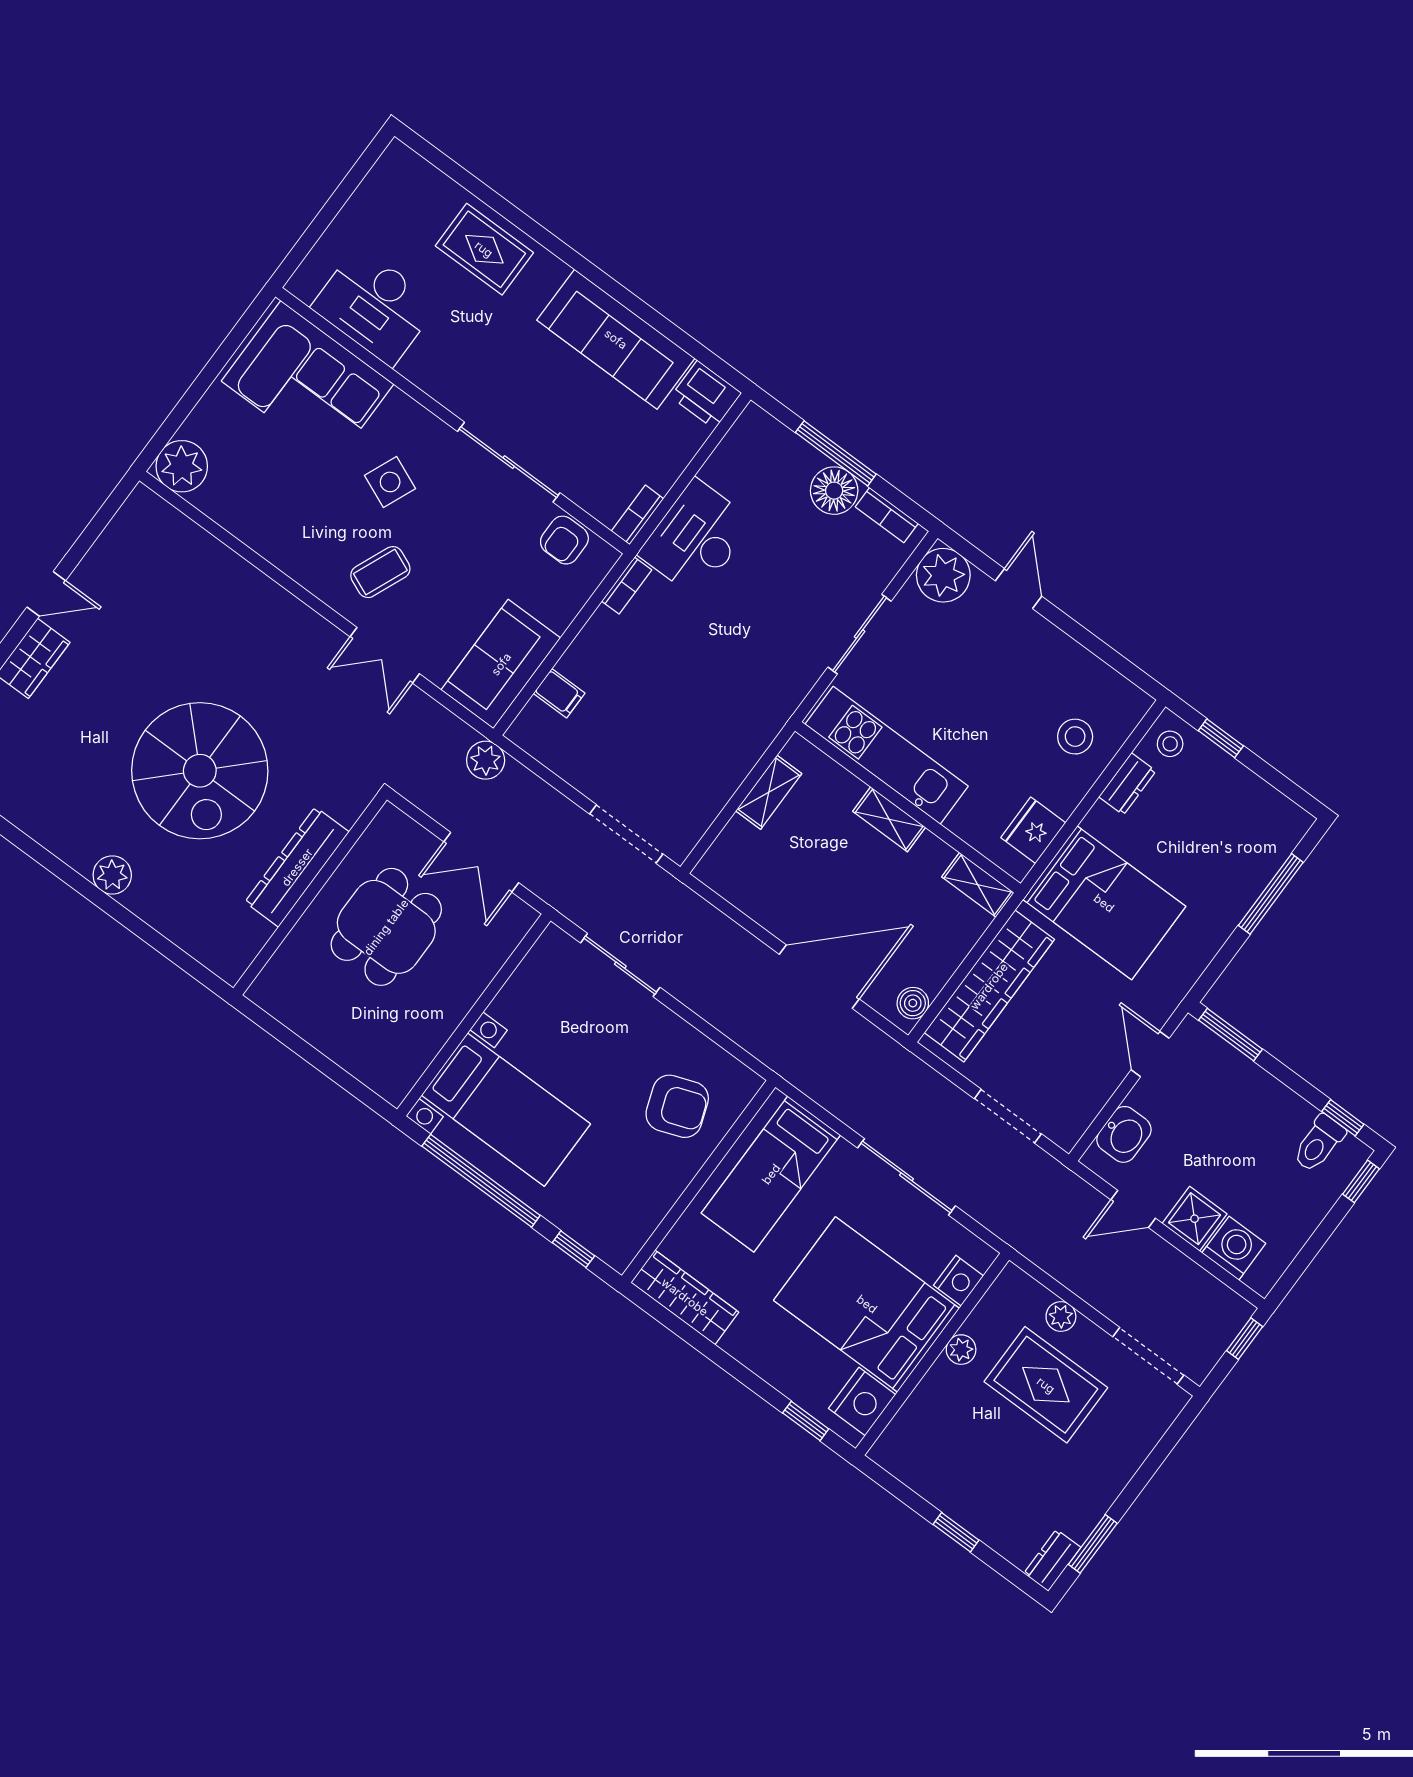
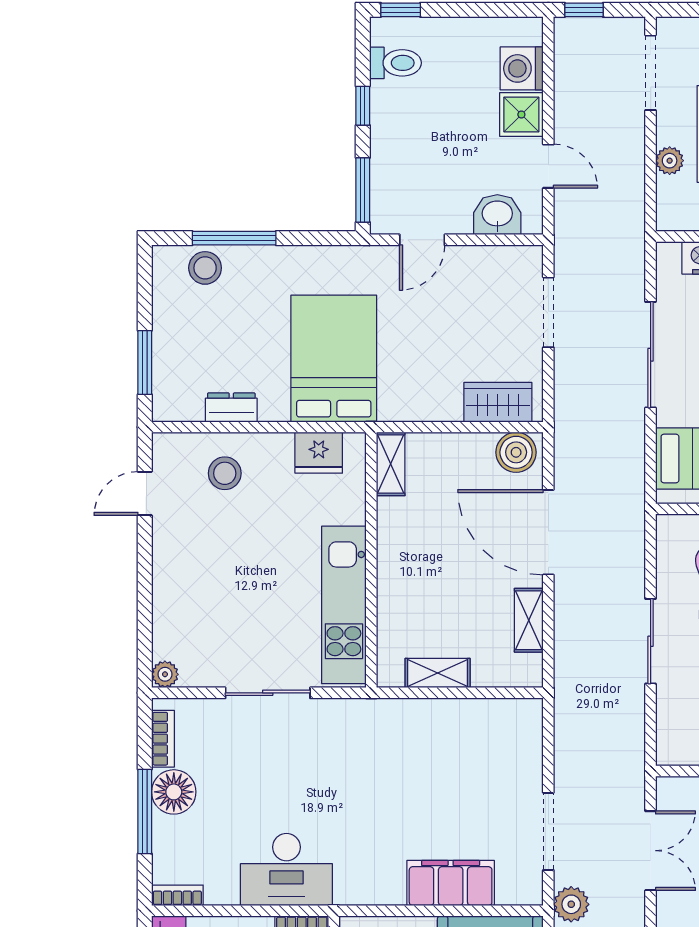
plant: (943, 575) -> (165, 674), width x0.53, depth x0.53
bookcase: (627, 586) -> (177, 895), moved
door: (1019, 589) -> (145, 493), moved
filing cabinet: (559, 693) -> (451, 883), width x3.00, depth x1.17
window: (1221, 738) -> (145, 363), width x1.50
stool: (1170, 744) -> (205, 268), moved, width x1.37, depth x1.37
shelving: (889, 819) -> (529, 620), moved
doorway: (626, 834) -> (548, 831), moved
sliding door: (620, 965) -> (651, 641), moved
wardrobe: (989, 986) -> (498, 402), width x0.48, depth x0.85
boiler: (913, 1003) -> (516, 452), width x1.36, depth x1.36
window: (1343, 1118) -> (363, 106), moved

